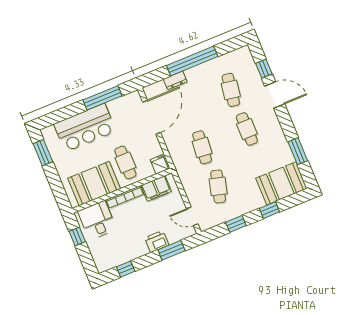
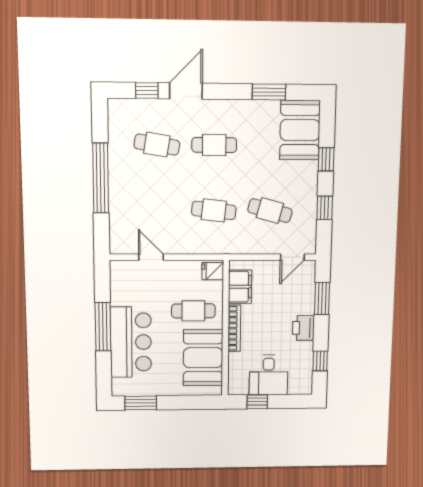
dresser: (175, 80) -> (117, 210), removed
window: (102, 98) -> (103, 327), moved
door: (152, 117) -> (151, 257), width x0.53
desk: (97, 220) -> (268, 375), moved, turned -90
printer: (157, 241) -> (303, 328), moved

